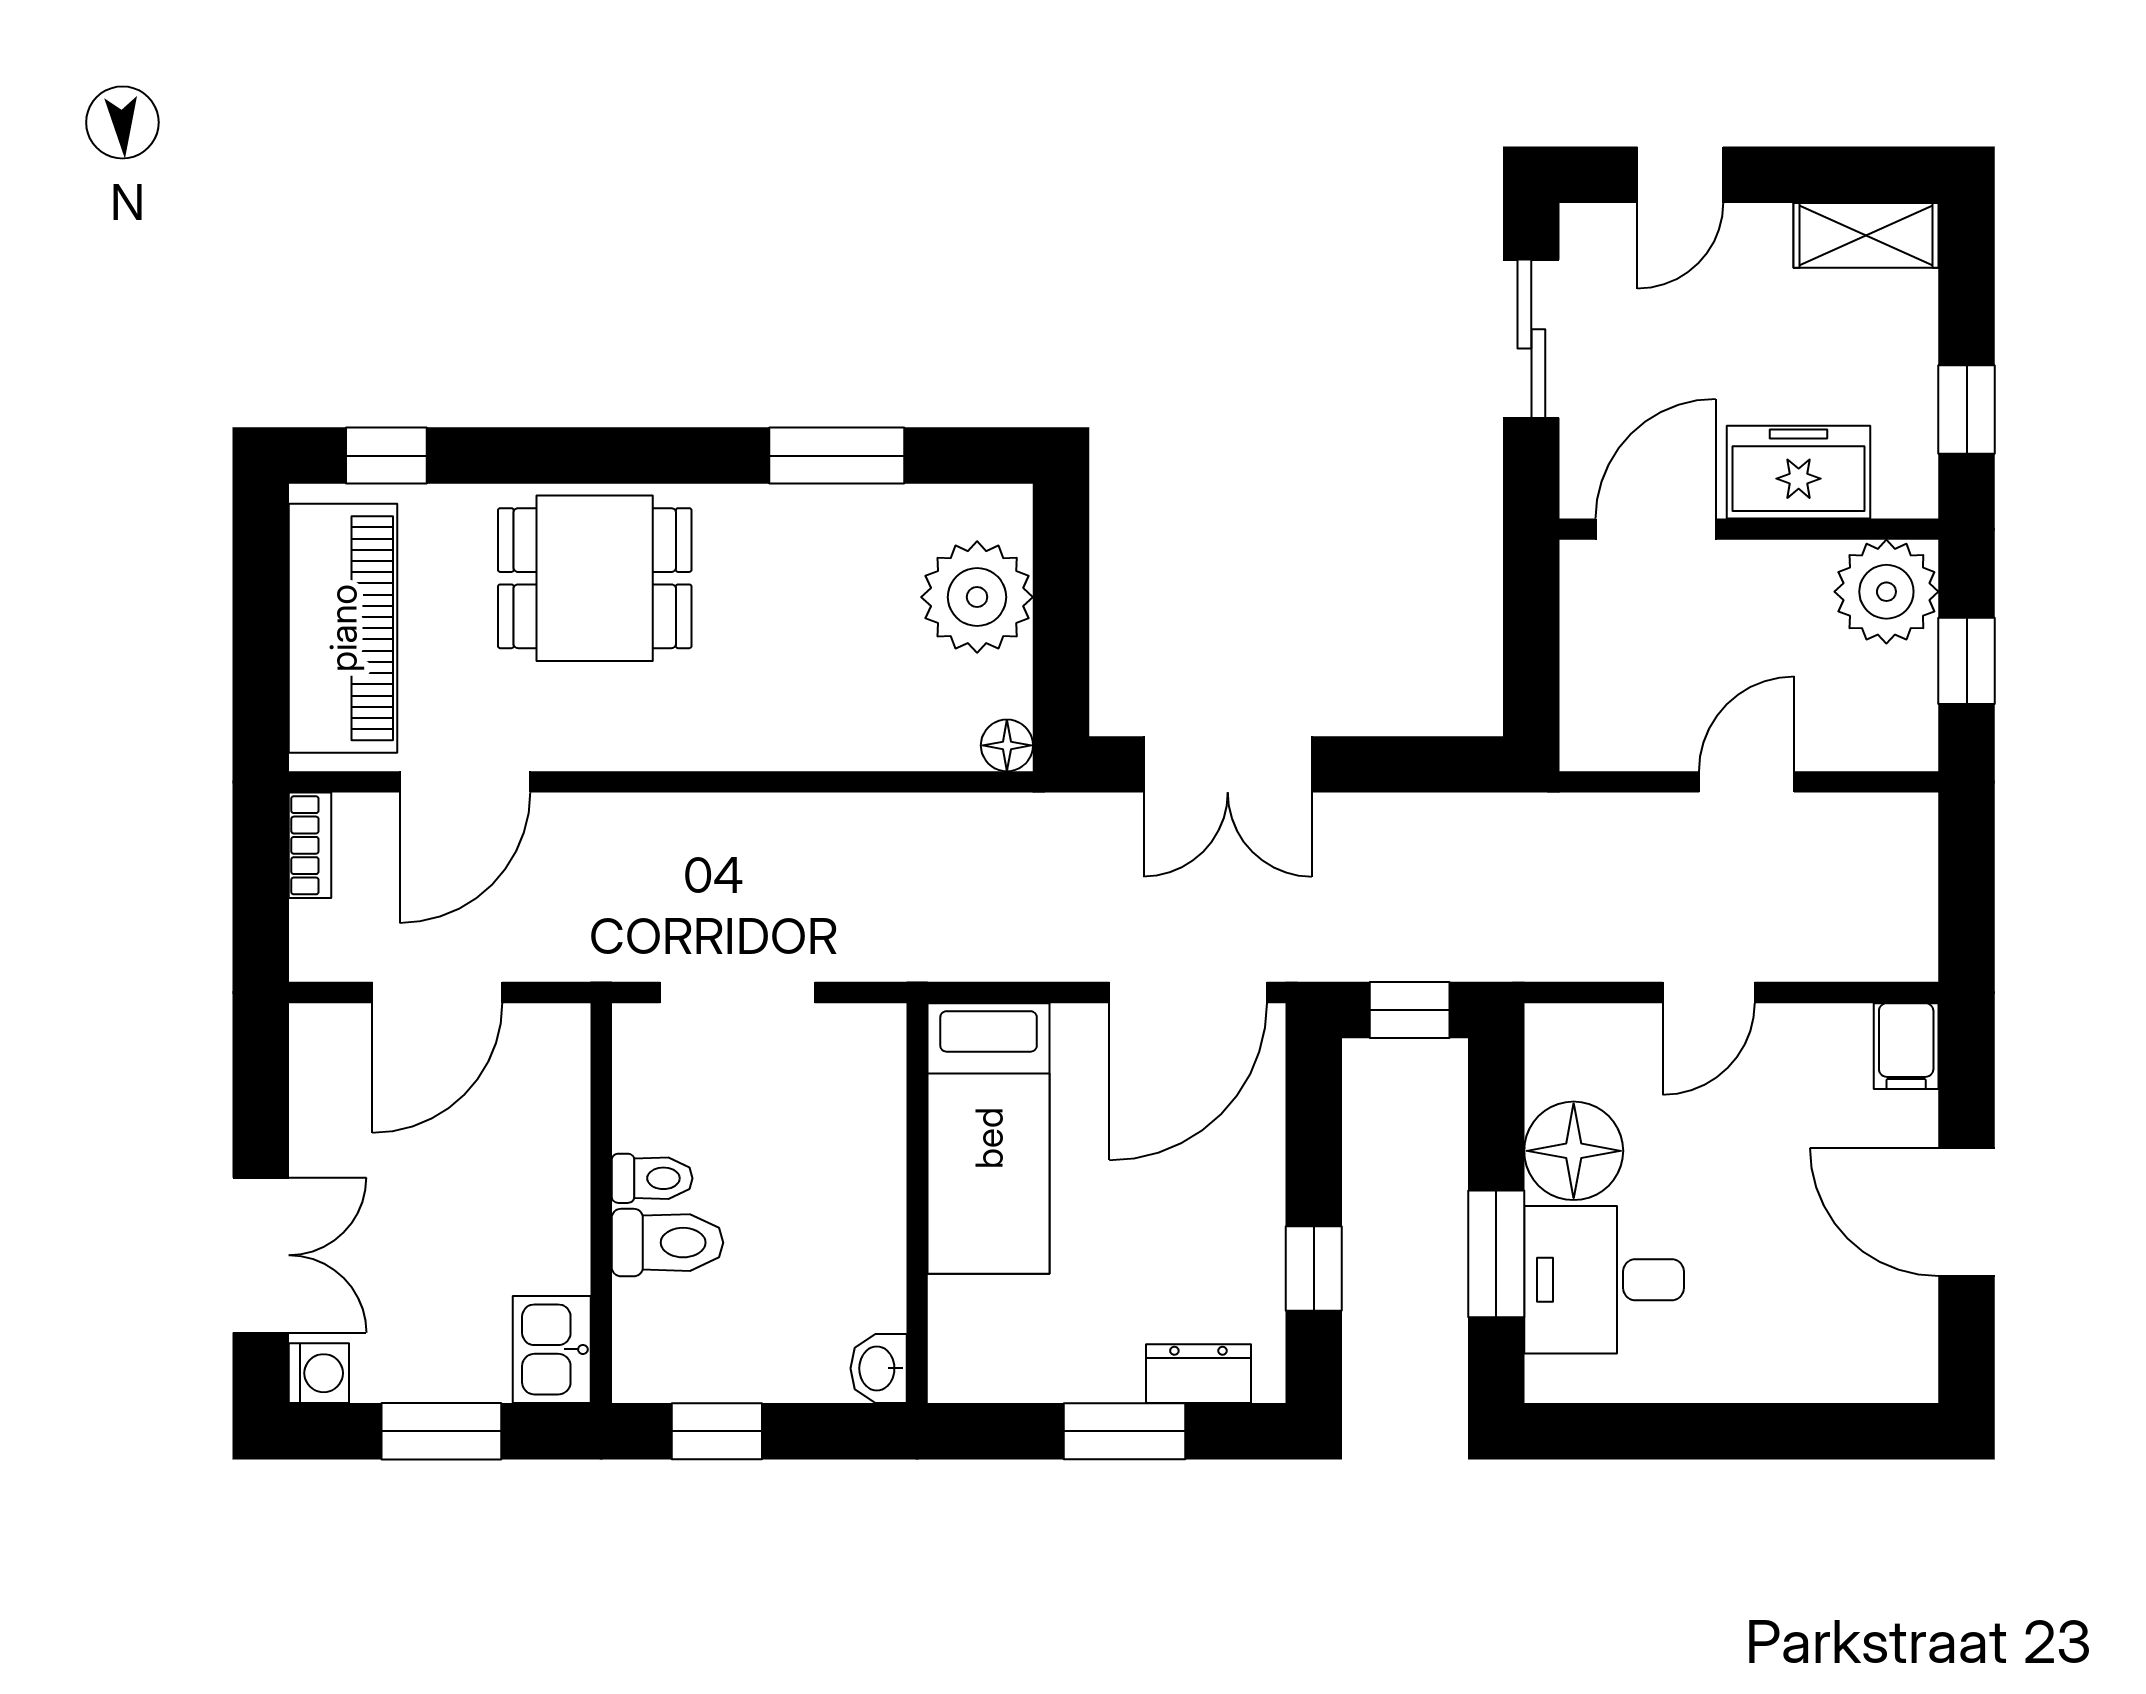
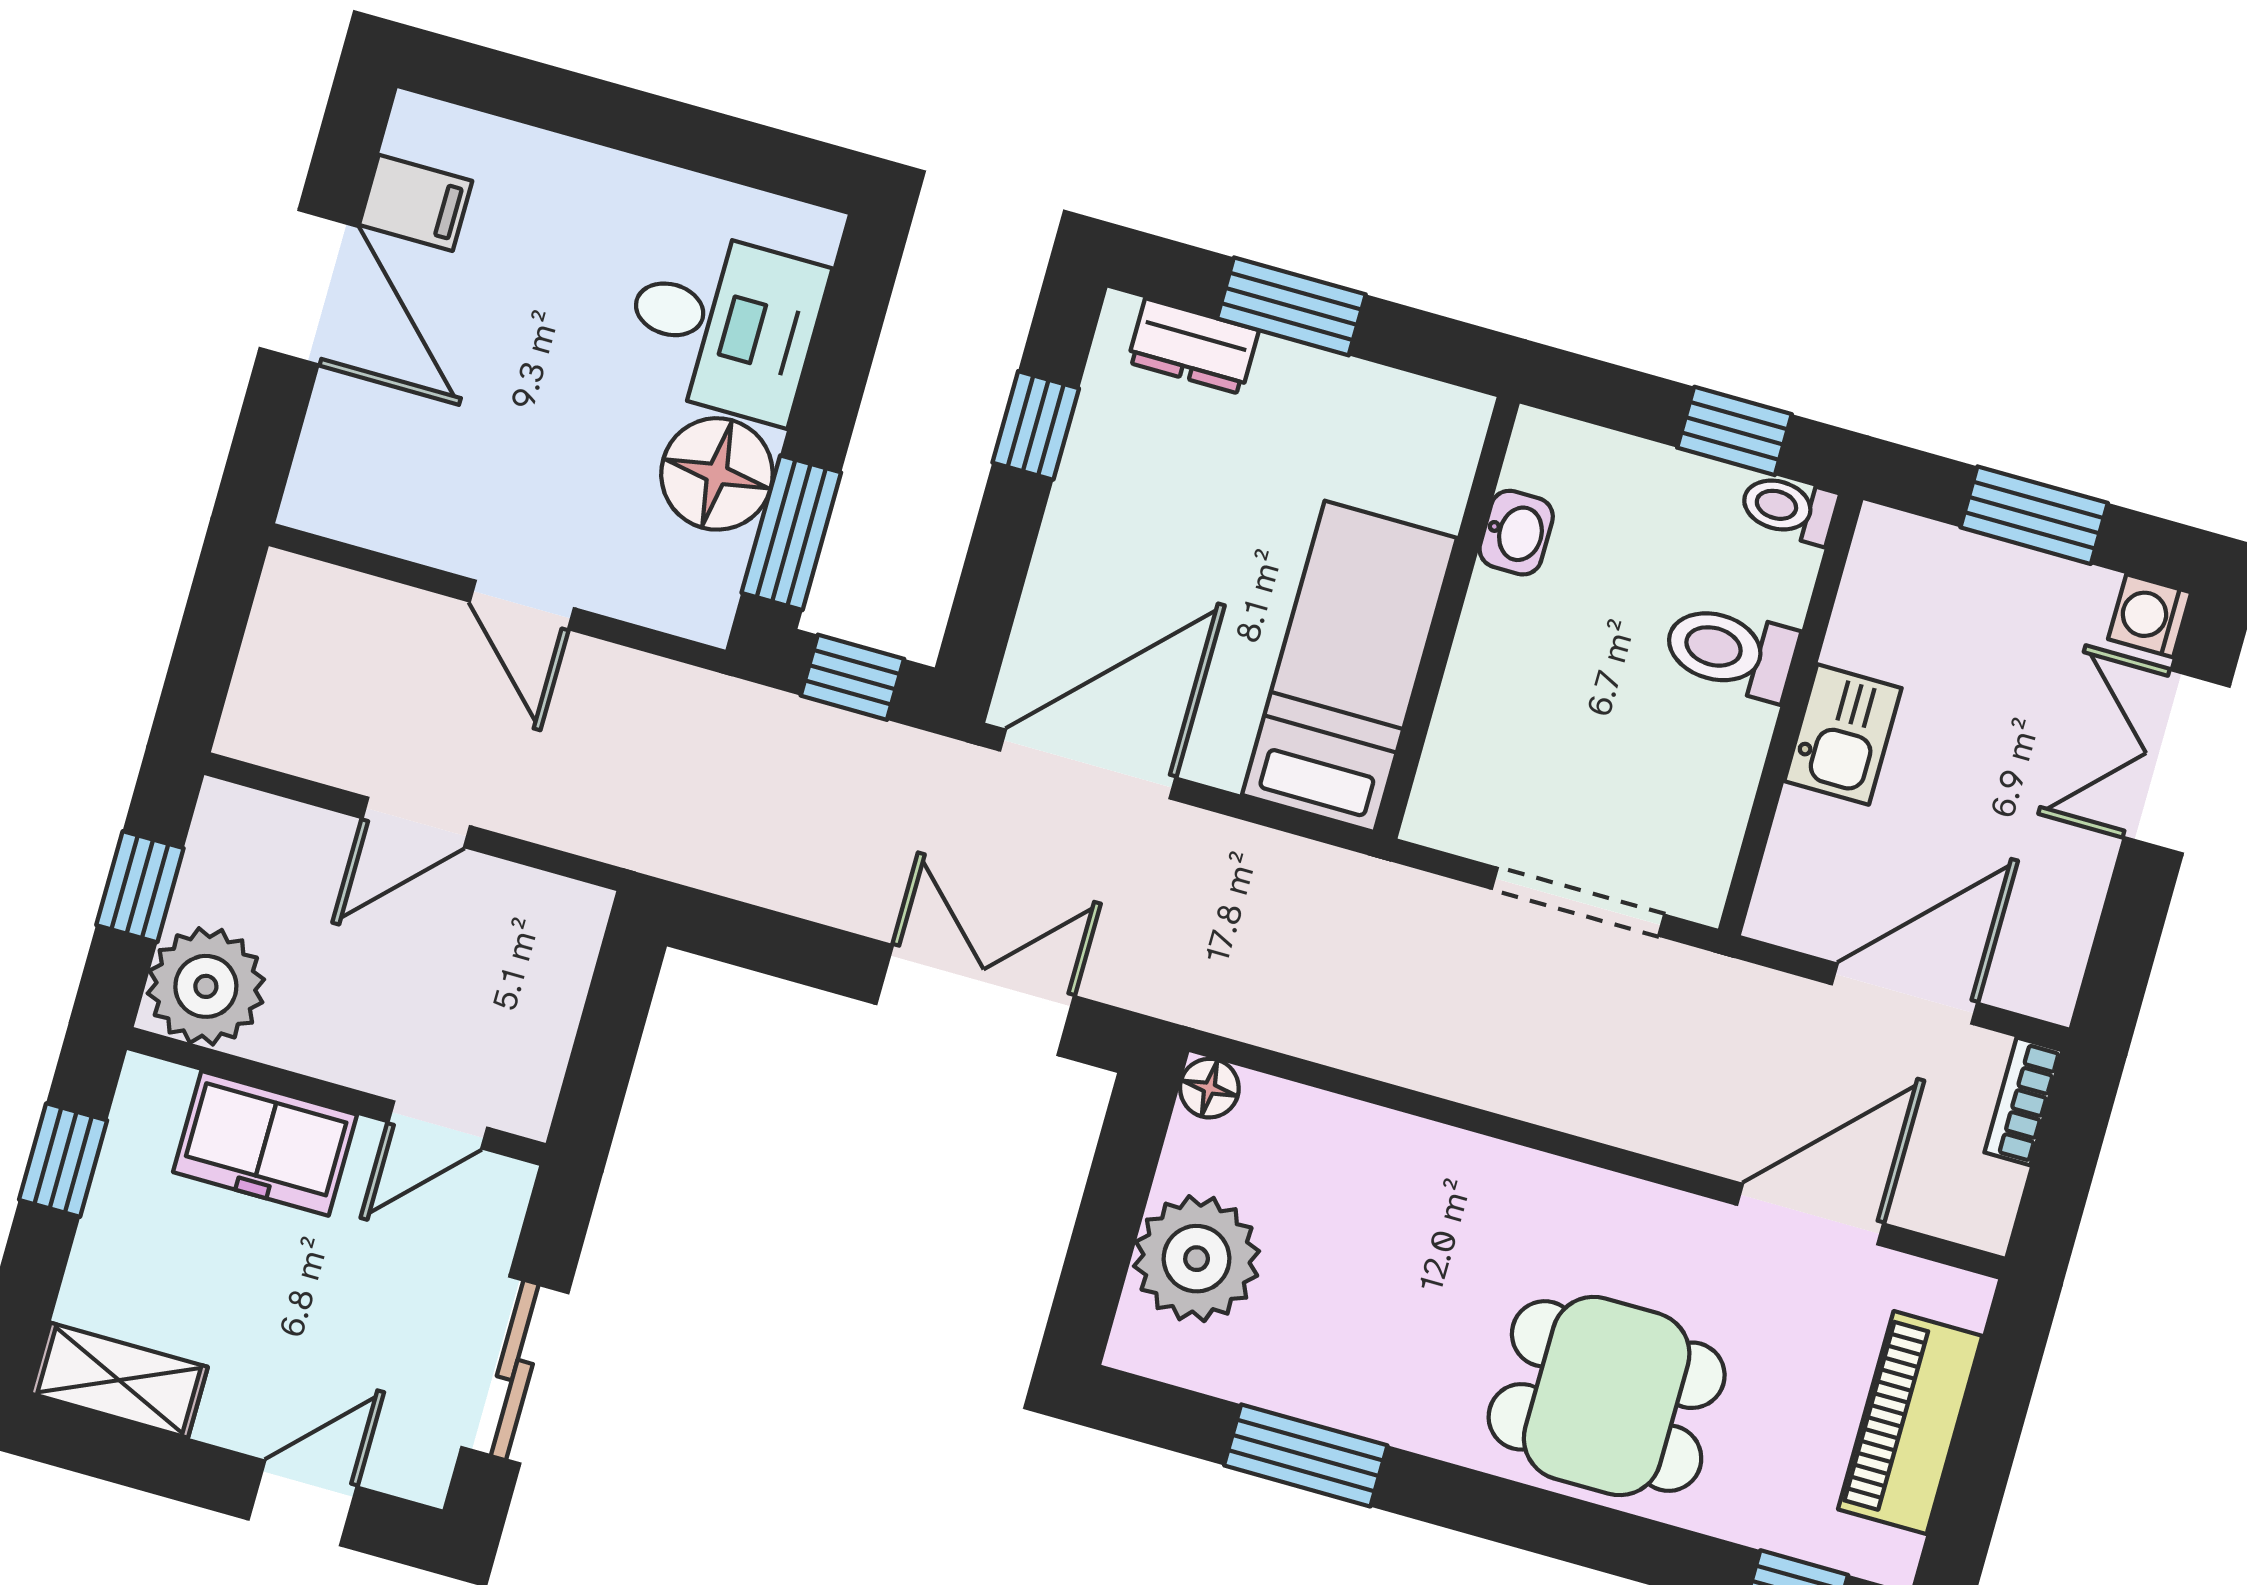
door: (1656, 529) -> (438, 1125), width x0.73
piano: (343, 628) -> (1910, 1423), width x0.73, depth x0.75
bookcase: (310, 845) -> (2024, 1101), moved
door: (1709, 992) -> (522, 605), swing flipped
filing cabinet: (1906, 1046) -> (416, 203), moved, turned 90
toilet: (652, 1178) -> (1789, 508), moved
window: (1496, 1254) -> (791, 533), moved
kitchen sink: (552, 1349) -> (1843, 735), moved
washbasin: (879, 1368) -> (1516, 533), moved

